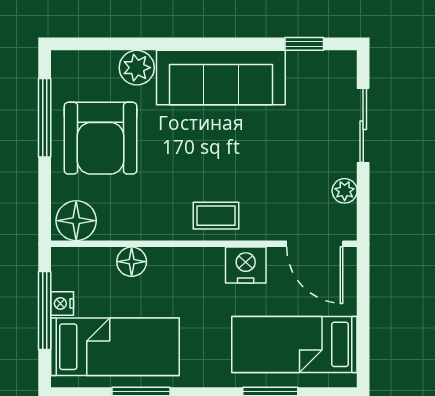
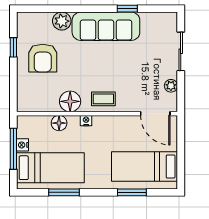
window: (304, 44) -> (127, 9), moved
window: (45, 118) -> (13, 47), width x0.46
armchair: (101, 138) -> (43, 58), width x0.73, depth x0.73
floor lamp: (76, 221) -> (70, 101), moved
nightstand: (246, 265) -> (86, 121), moved, width x0.53, depth x0.56

